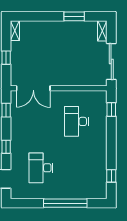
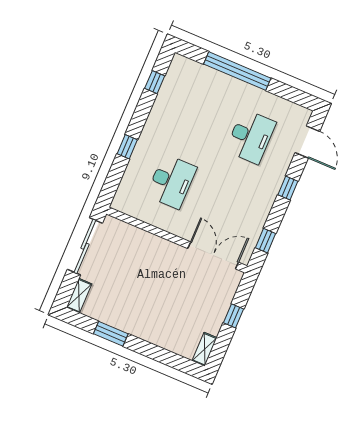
window: (111, 109) -> (127, 147), moved

